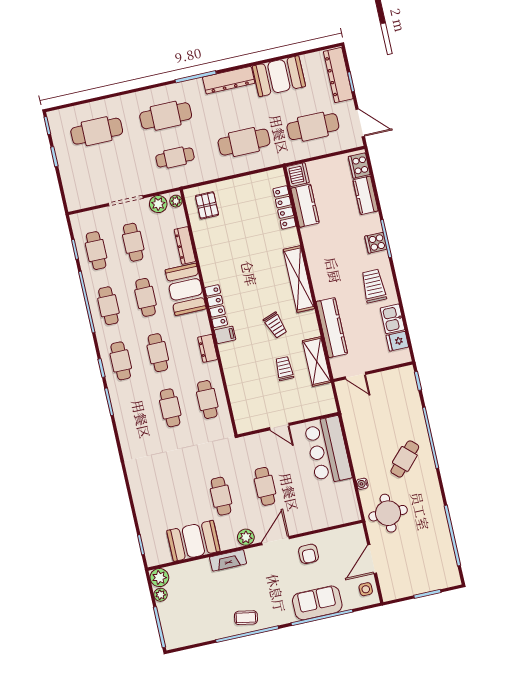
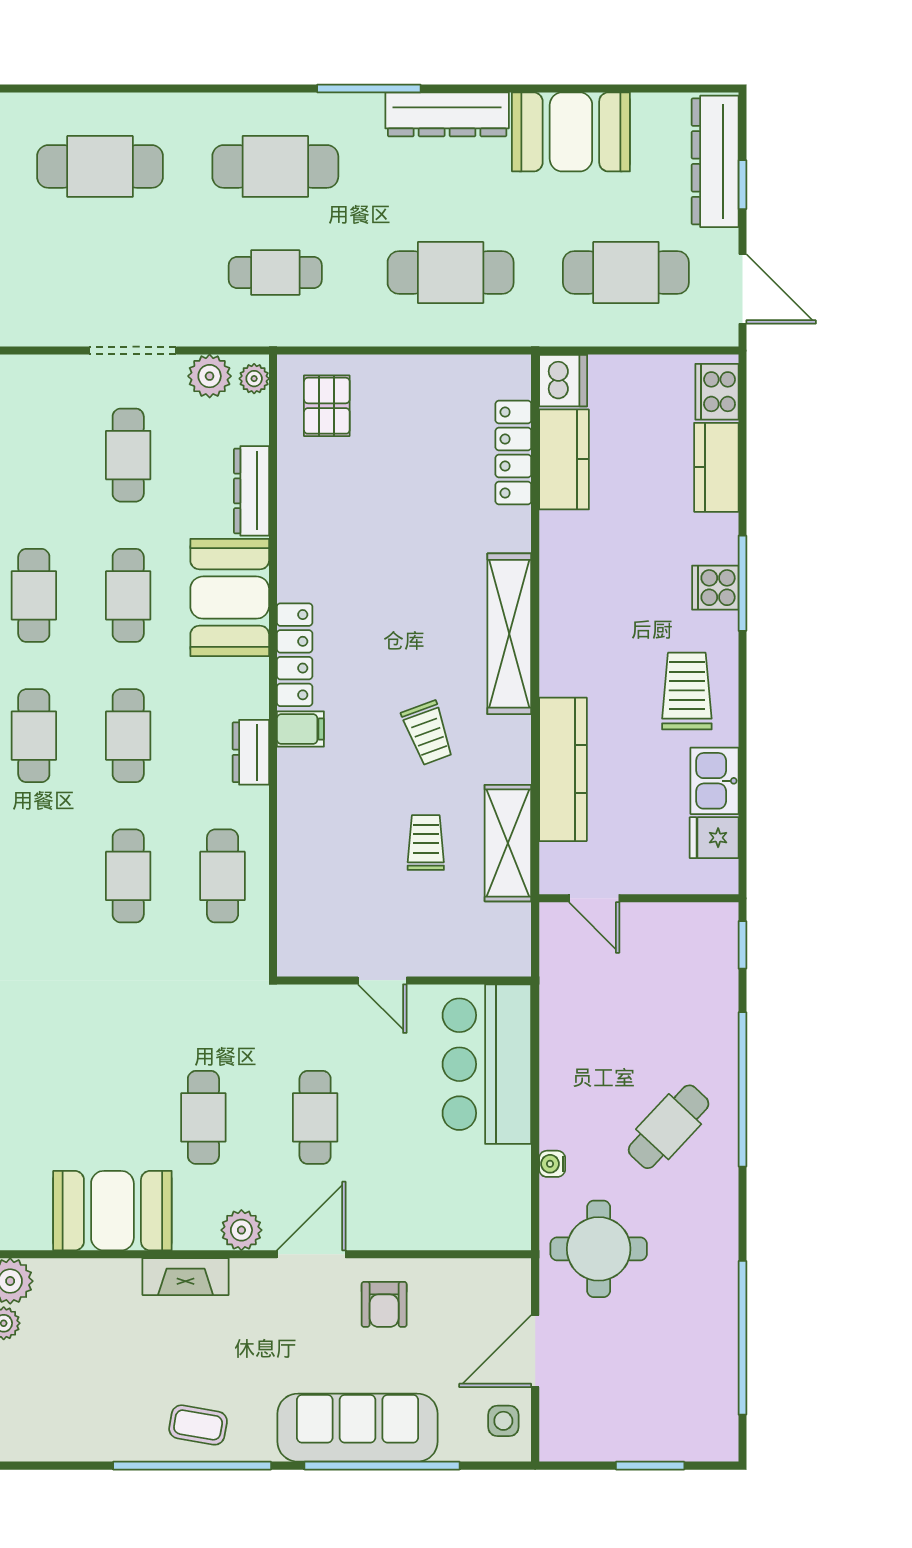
cafe table: (96, 251) -> (34, 455), removed
sofa: (317, 603) -> (358, 1428), width x1.36

